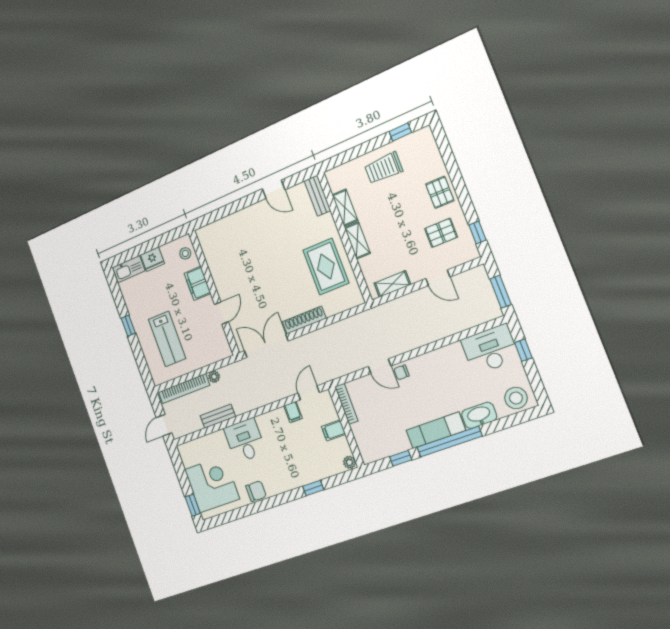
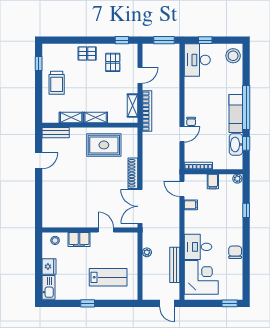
bookcase: (184, 389) -> (147, 111), moved
washbasin: (479, 415) -> (236, 144), moved
bench: (218, 416) -> (175, 265), width x1.36
corner desk: (212, 484) -> (201, 277), moved, turned 90

